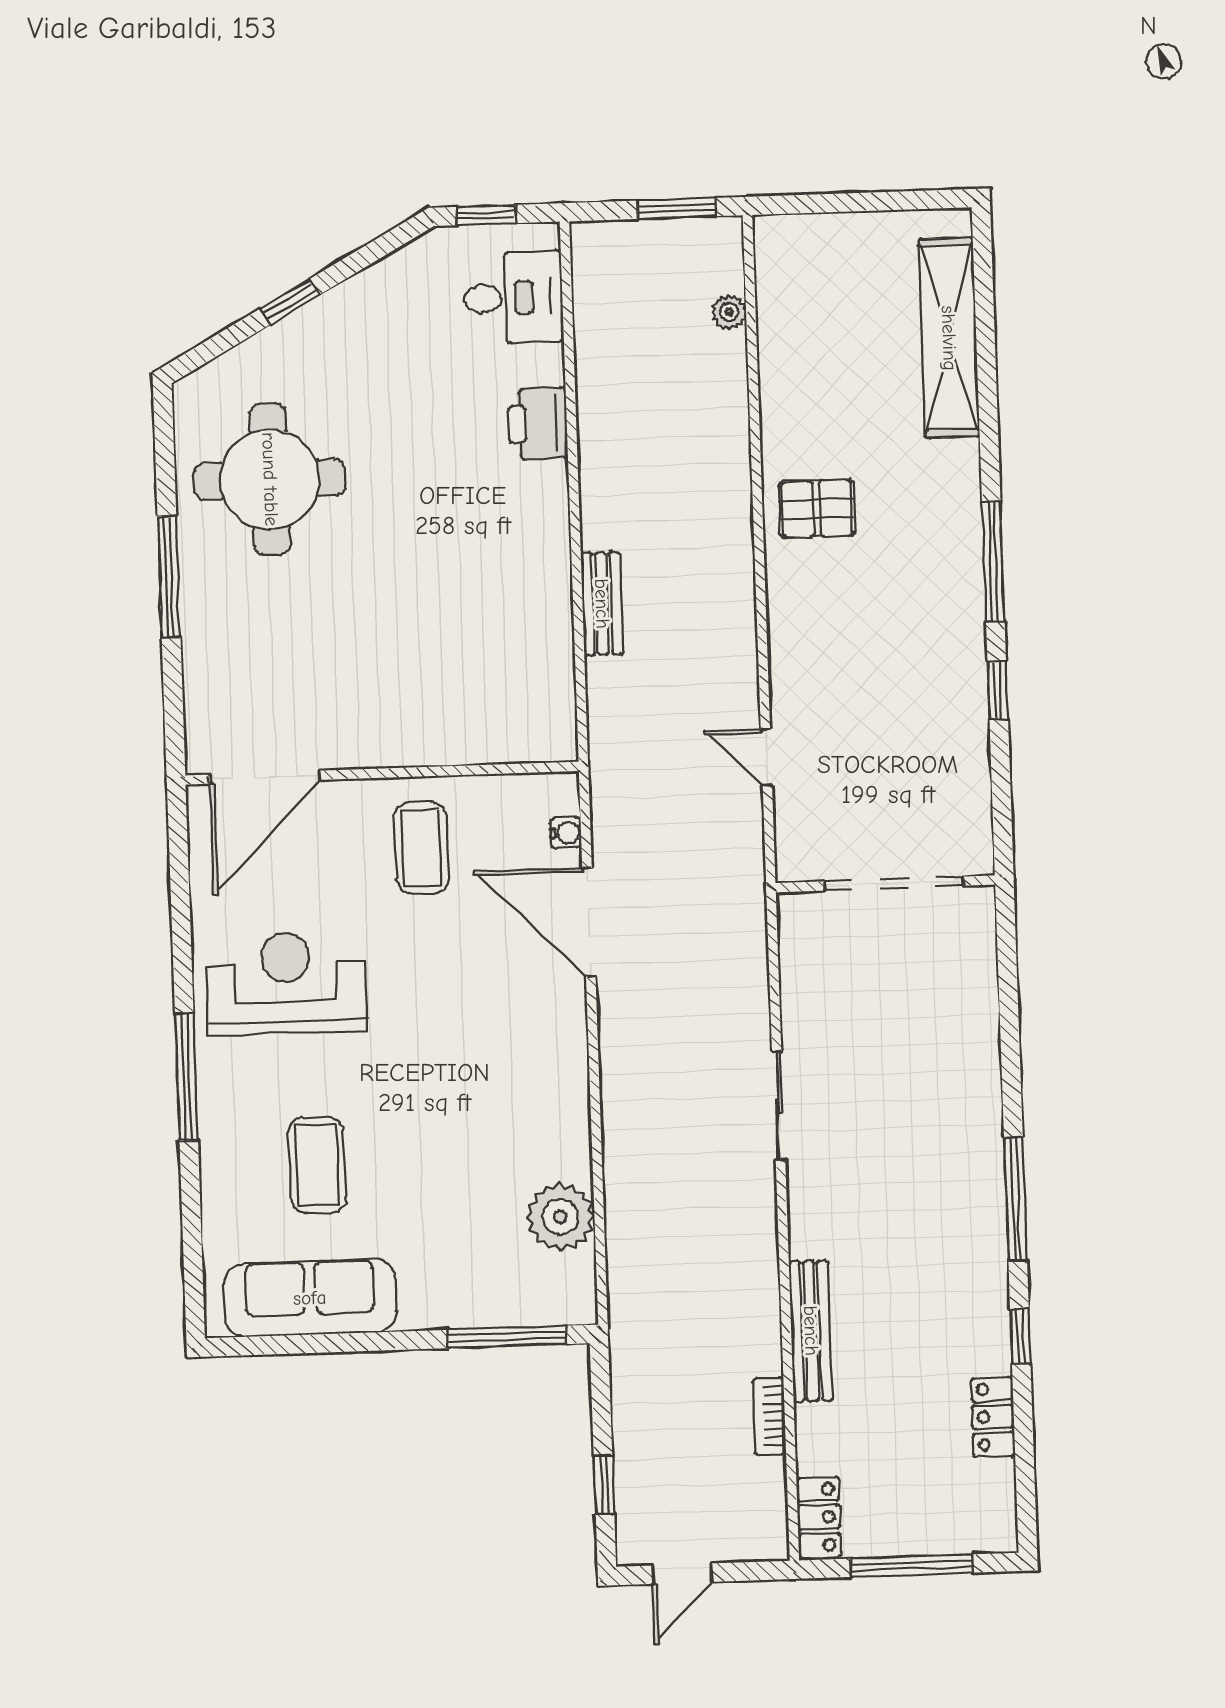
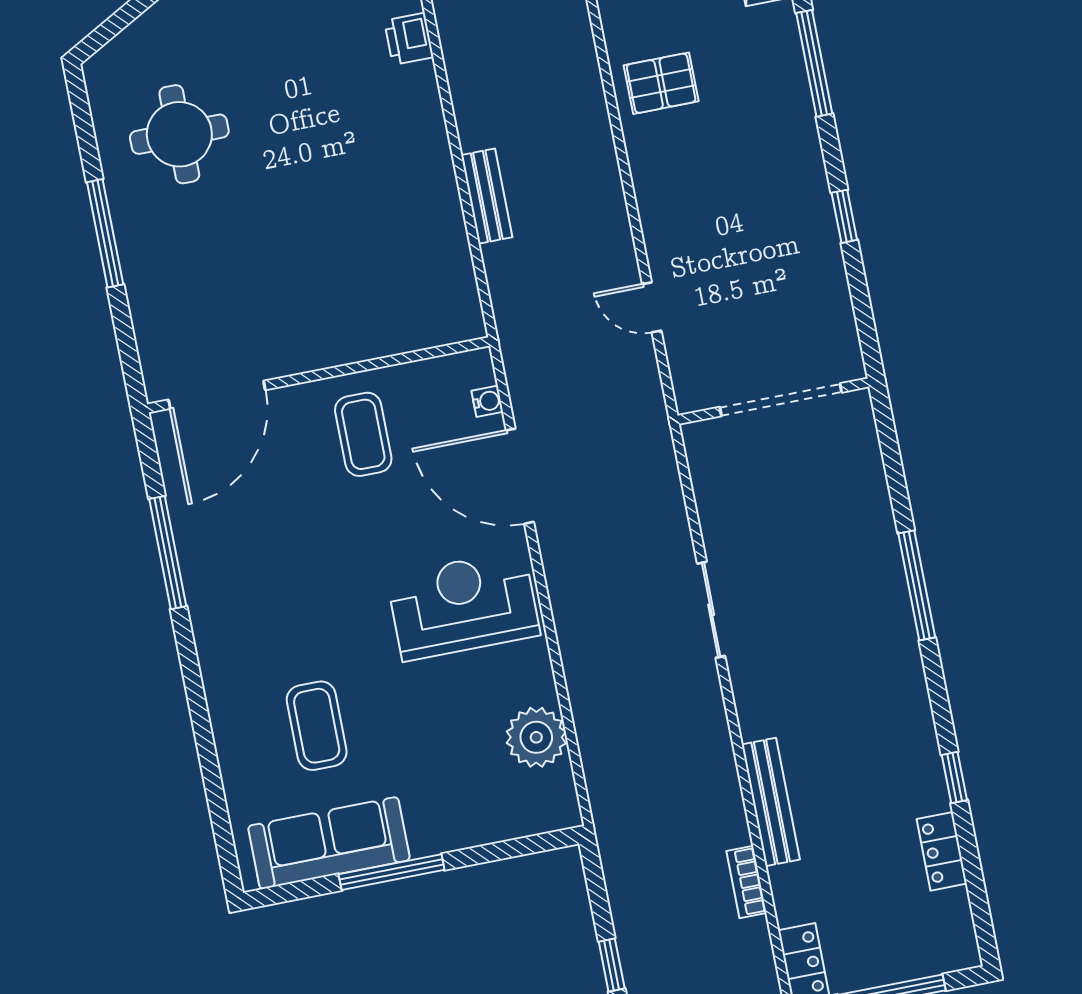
printer: (538, 423) -> (409, 39), width x0.73, depth x0.81
round table: (270, 479) -> (179, 134), width x0.73, depth x0.73
window: (993, 562) -> (814, 63), moved
reception desk: (286, 984) -> (463, 605), moved
window: (186, 1077) -> (168, 553), moved
window: (1016, 1199) -> (917, 585), moved
window: (507, 1337) -> (392, 872), moved

